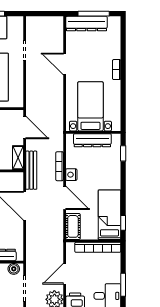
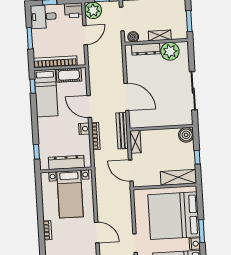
cot: (73, 226) -> (69, 75), moved, turned 90
window: (123, 285) -> (30, 38), moved

